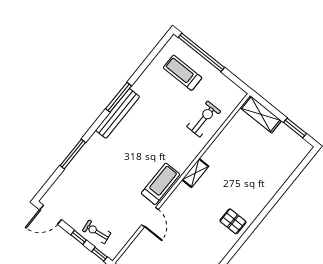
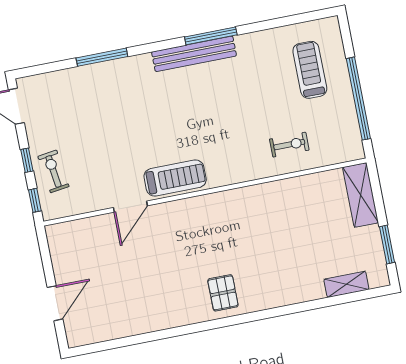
window: (201, 52) -> (358, 99), moved
exercise bike: (204, 119) -> (289, 145), width x0.73, depth x0.72
shelving: (195, 173) -> (346, 284), moved

